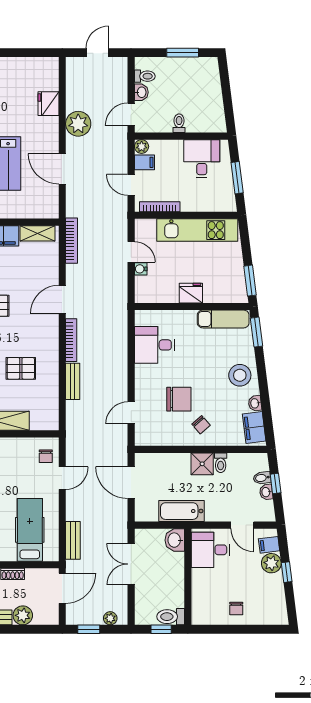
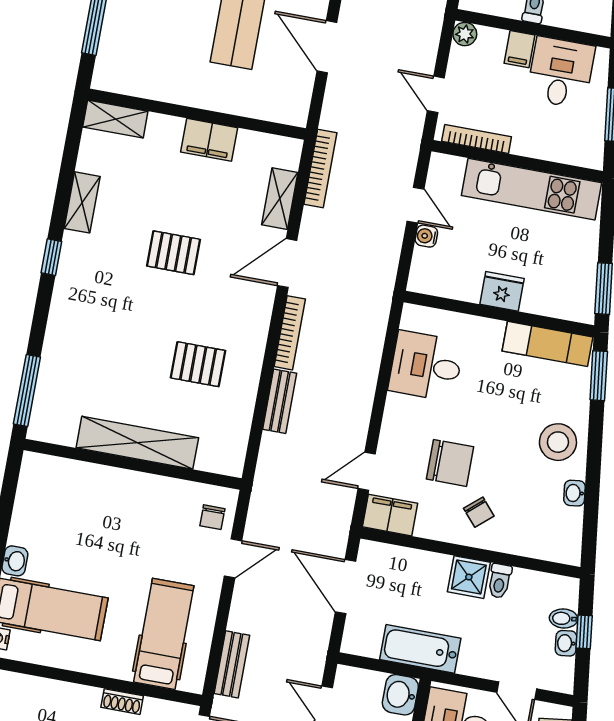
filing cabinet: (144, 162) -> (519, 49), moved, turned 90
shelving: (37, 233) -> (280, 199), moved, turned 90
filing cabinet: (254, 427) -> (390, 515), moved, turned 97

